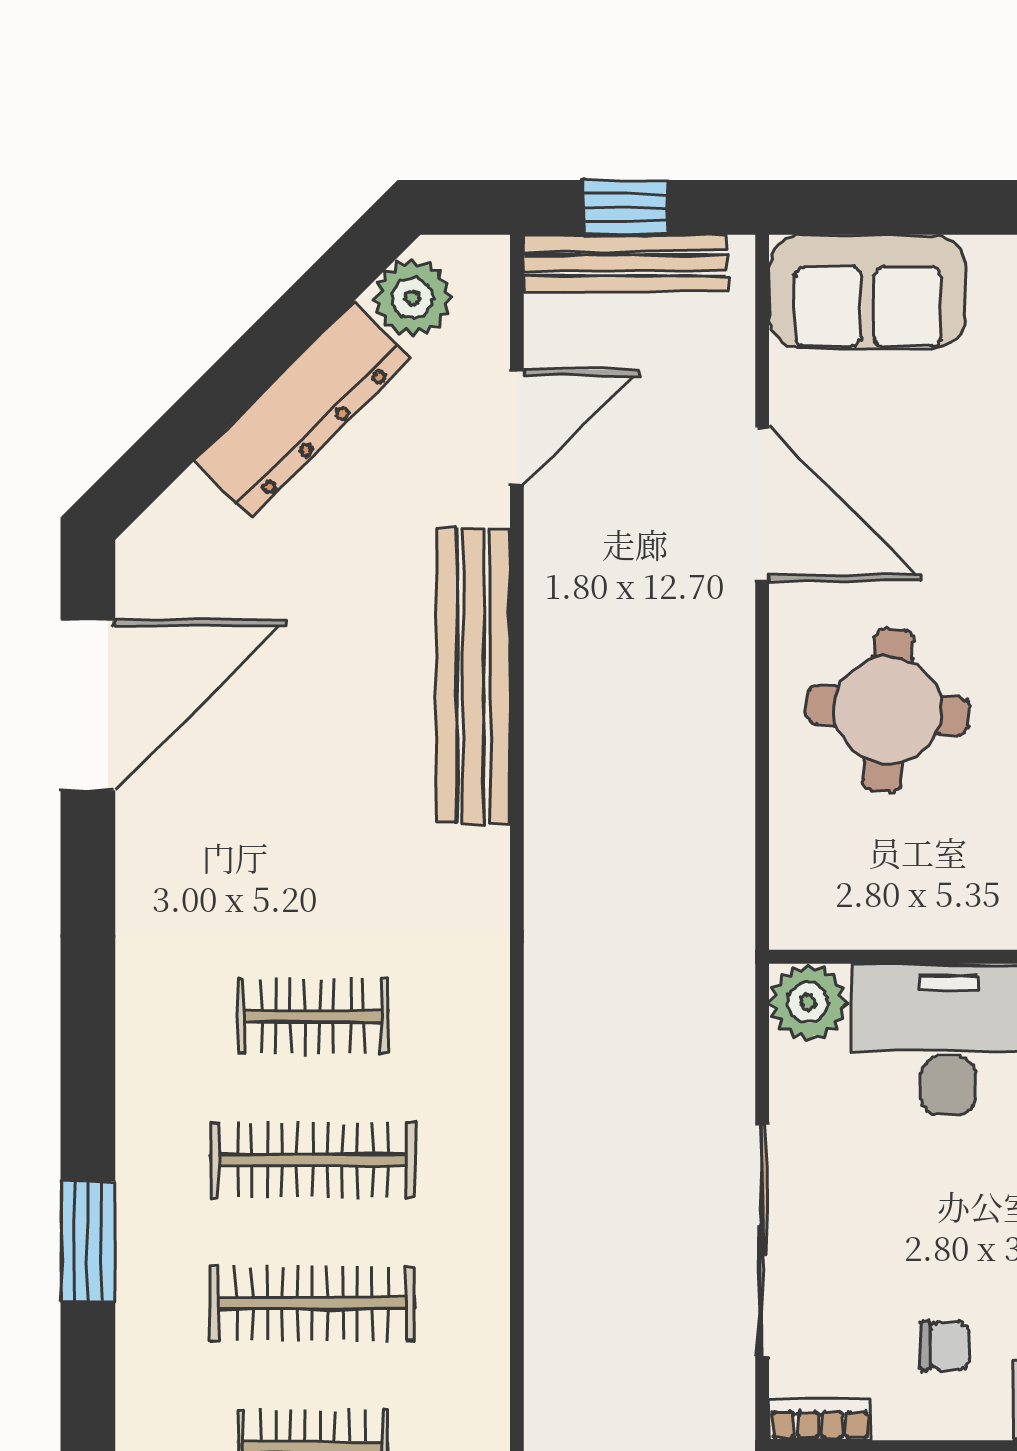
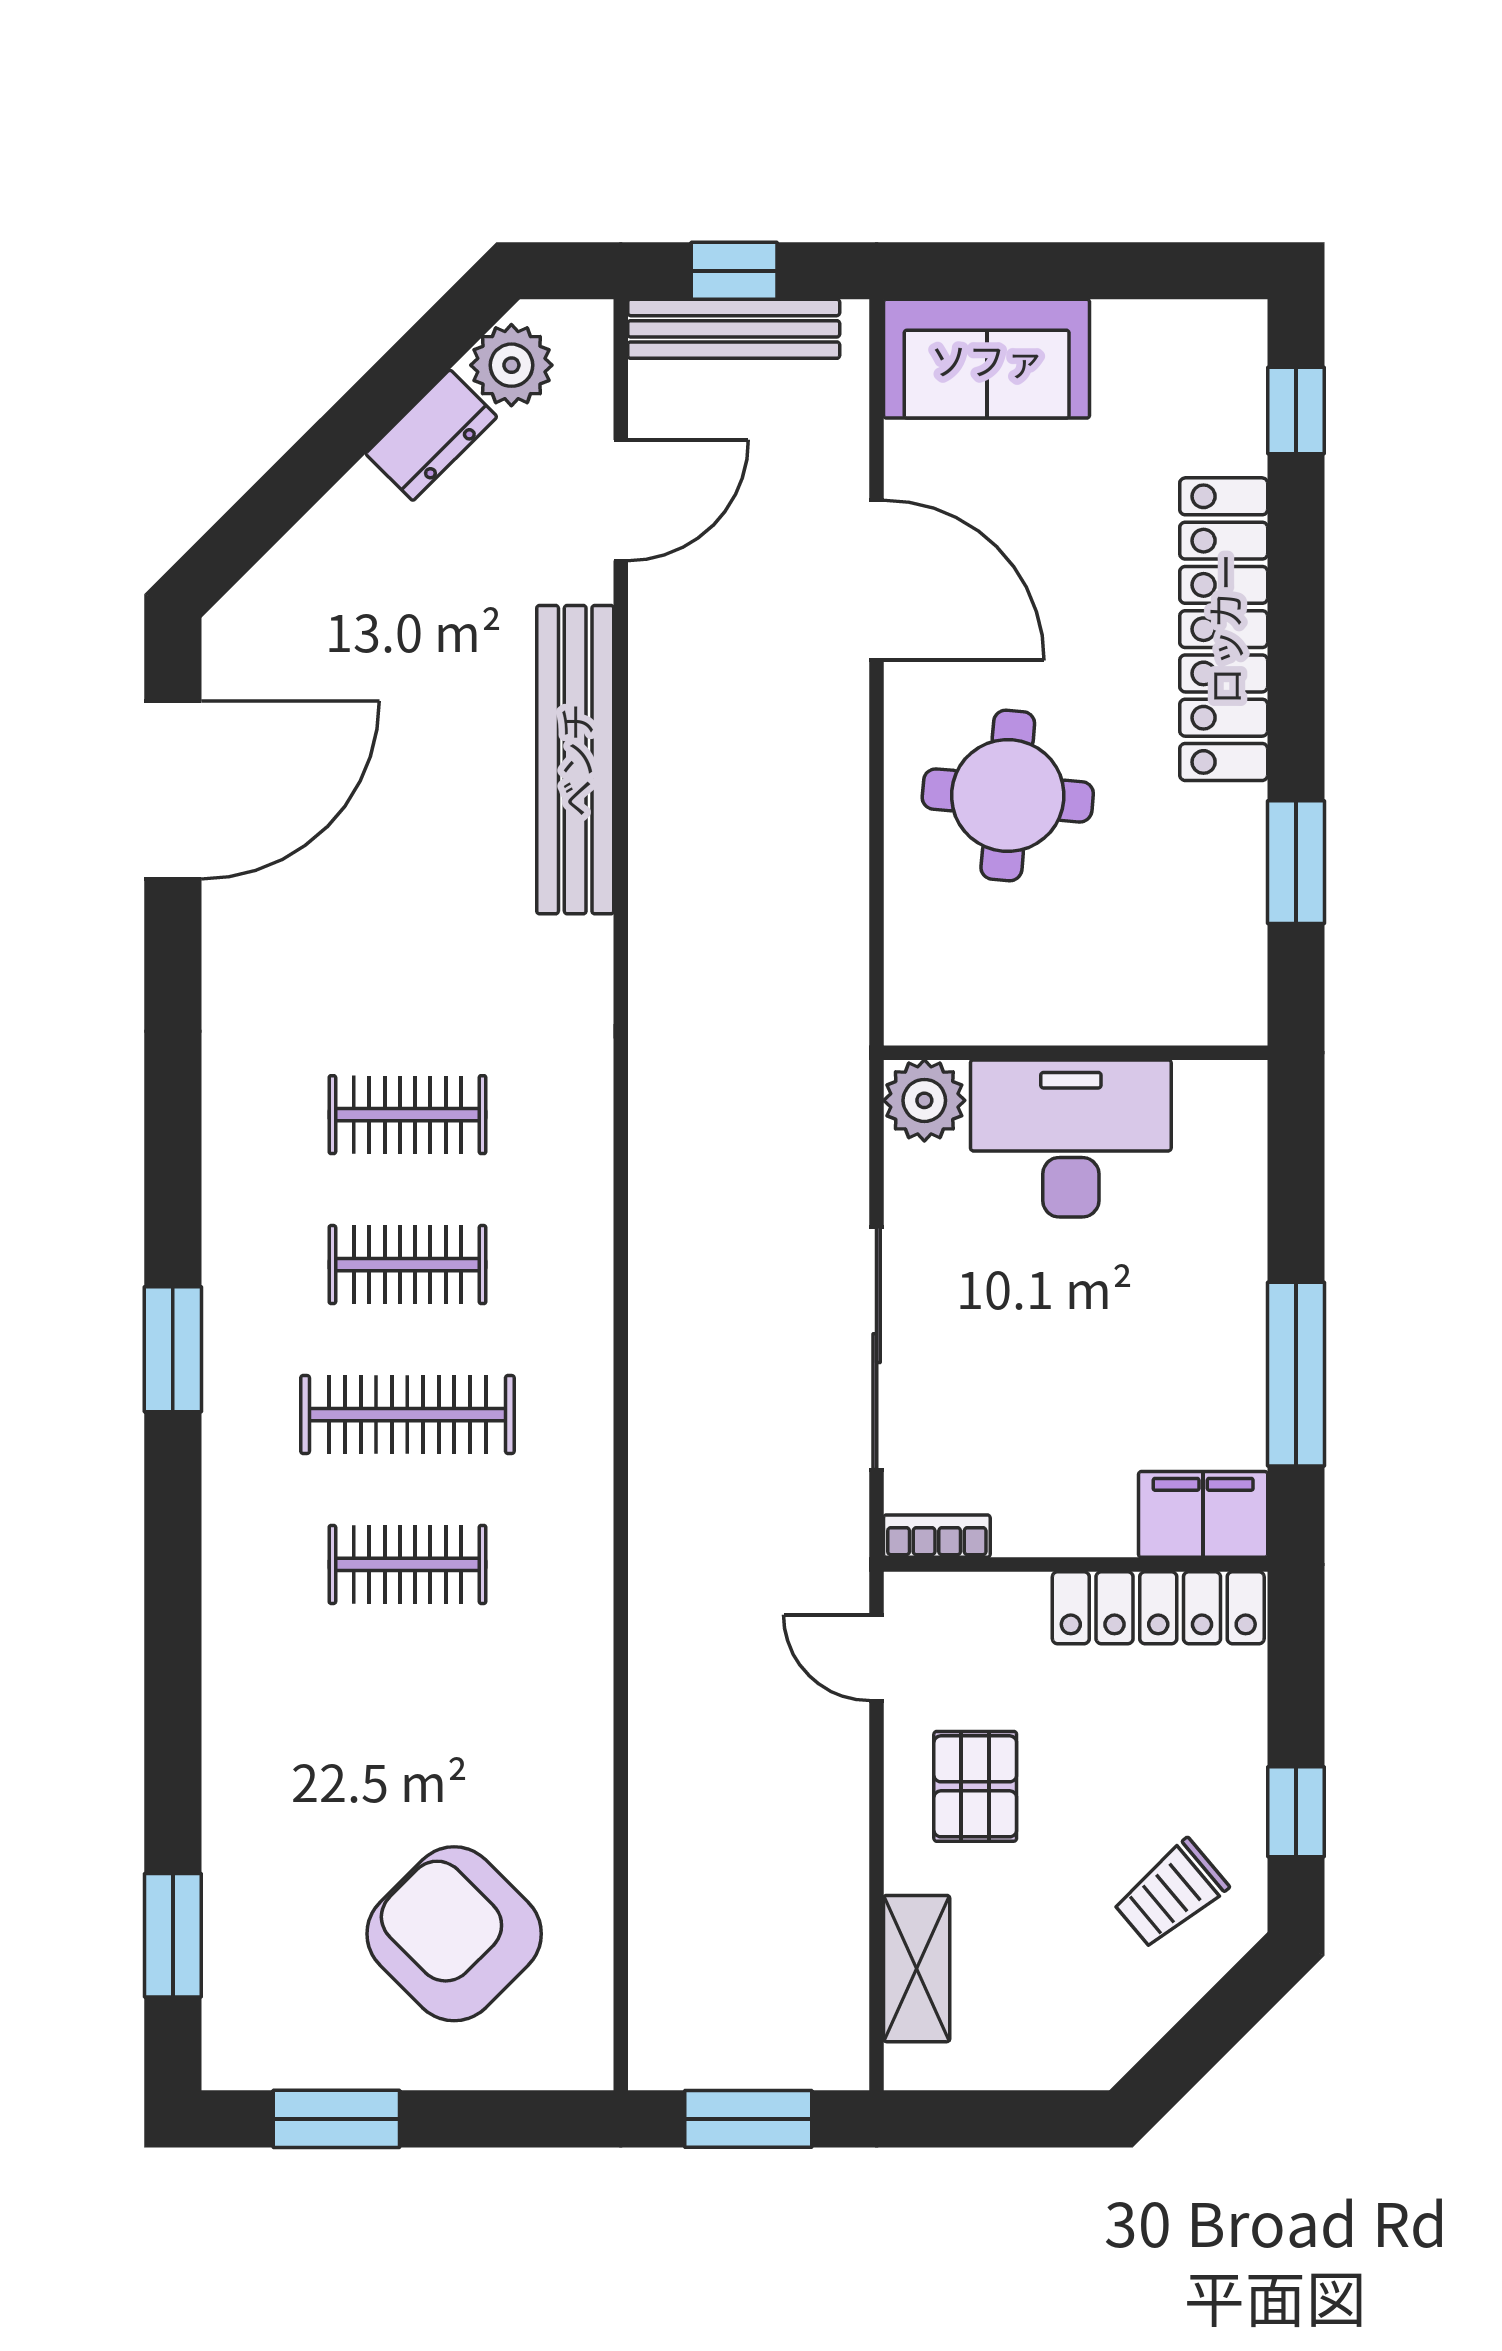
dresser: (302, 410) -> (431, 435), width x0.51, depth x0.80
clothes rail: (313, 1160) -> (407, 1265), width x0.73
chair: (945, 1346) -> (1067, 1458), removed

